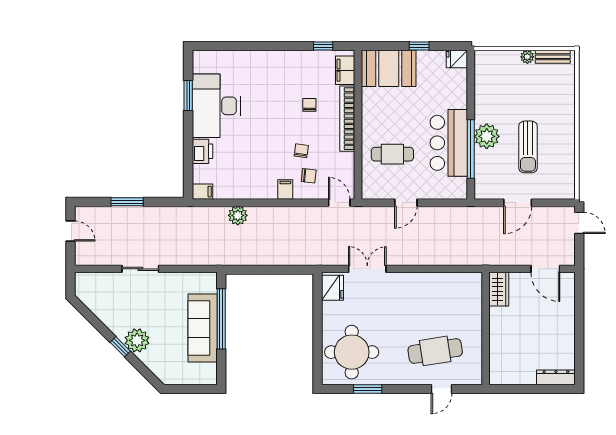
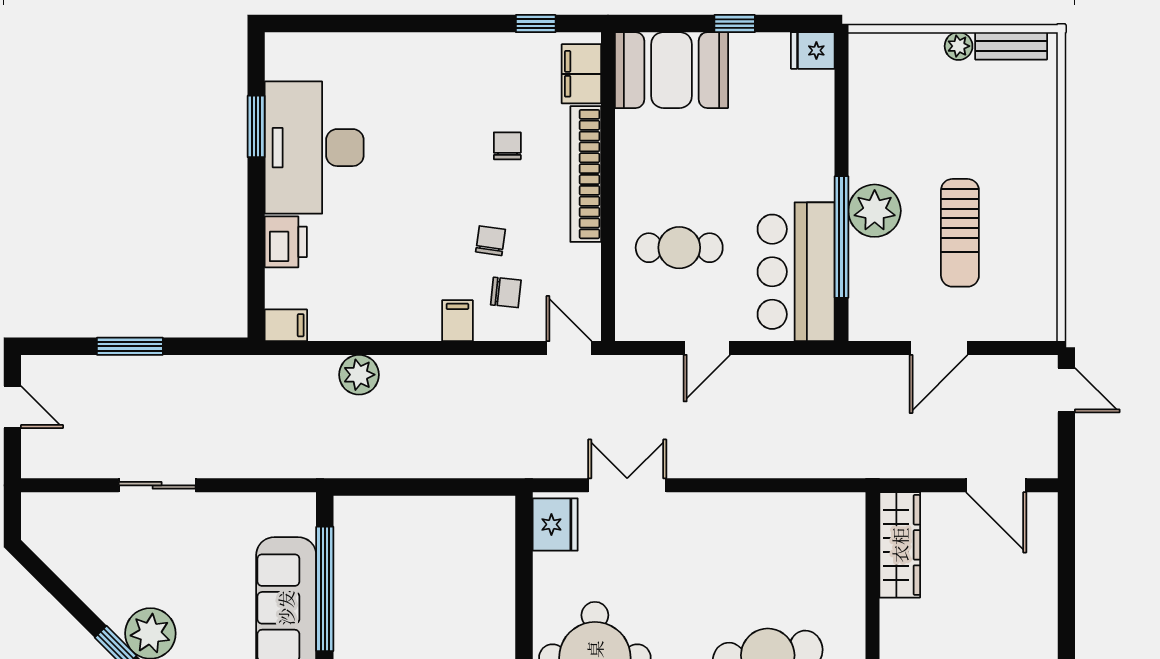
bar counter: (449, 143) -> (796, 272), moved
wardrobe: (499, 289) -> (900, 545), width x1.50

